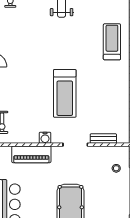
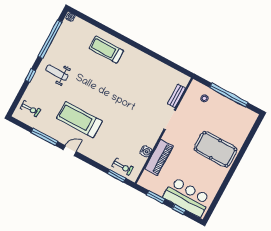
treadmill: (65, 93) -> (79, 120), moved, turned 180
water cooler: (45, 138) -> (146, 151), moved

